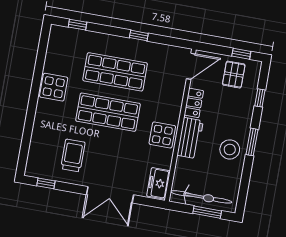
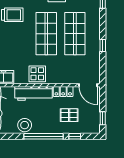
pallet: (234, 75) -> (69, 115), moved
workbench: (190, 138) -> (33, 93), width x1.38
window: (252, 142) -> (43, 136), width x2.11
stool: (230, 149) -> (25, 125), moved

